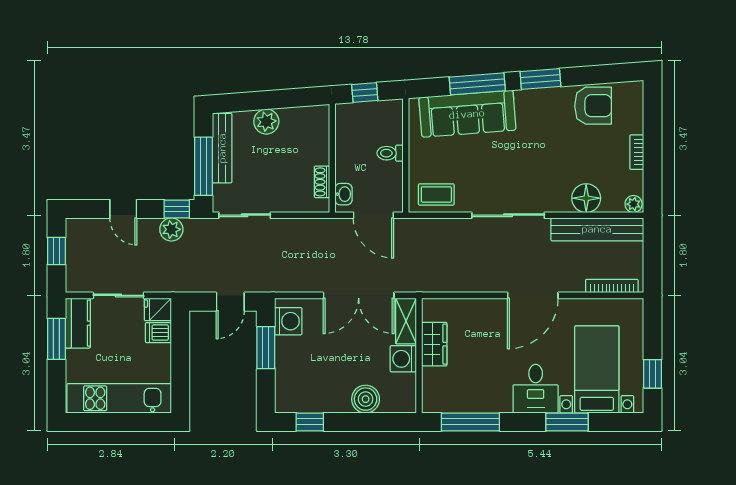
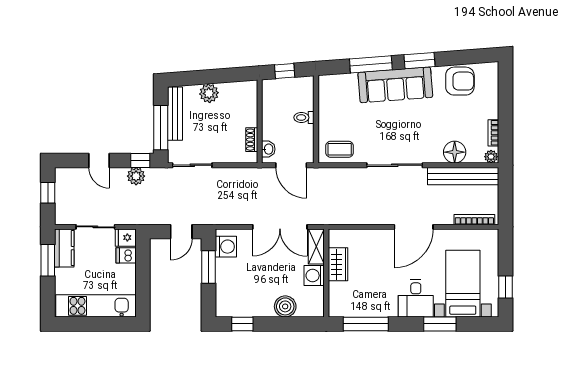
sofa: (467, 114) -> (395, 85), moved
bookcase: (637, 152) -> (493, 133), moved

